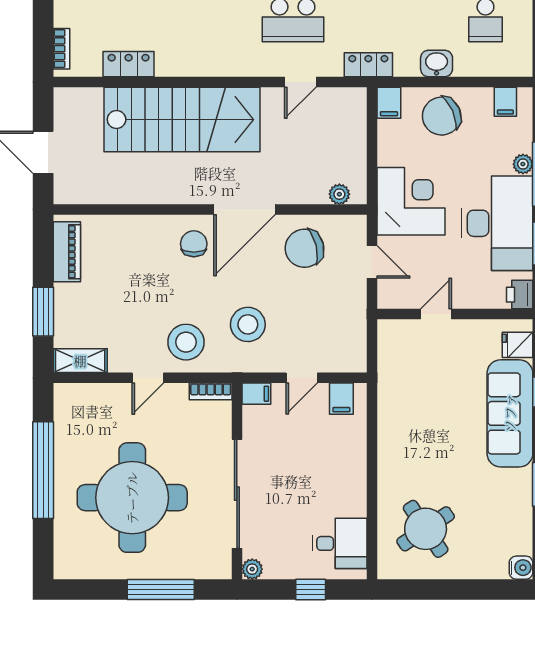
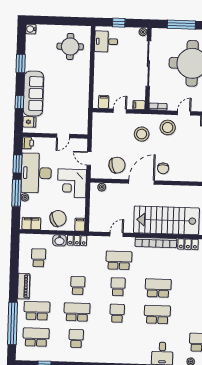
locker: (368, 65) -> (77, 240), moved
bookcase: (205, 66) -> (156, 243), added
filing cabinet: (505, 102) -> (31, 224), width x2.00
round table: (426, 529) -> (70, 46), turned 34

